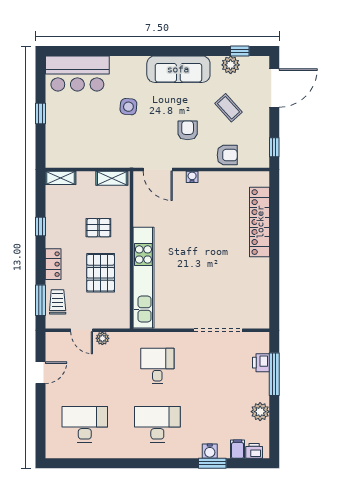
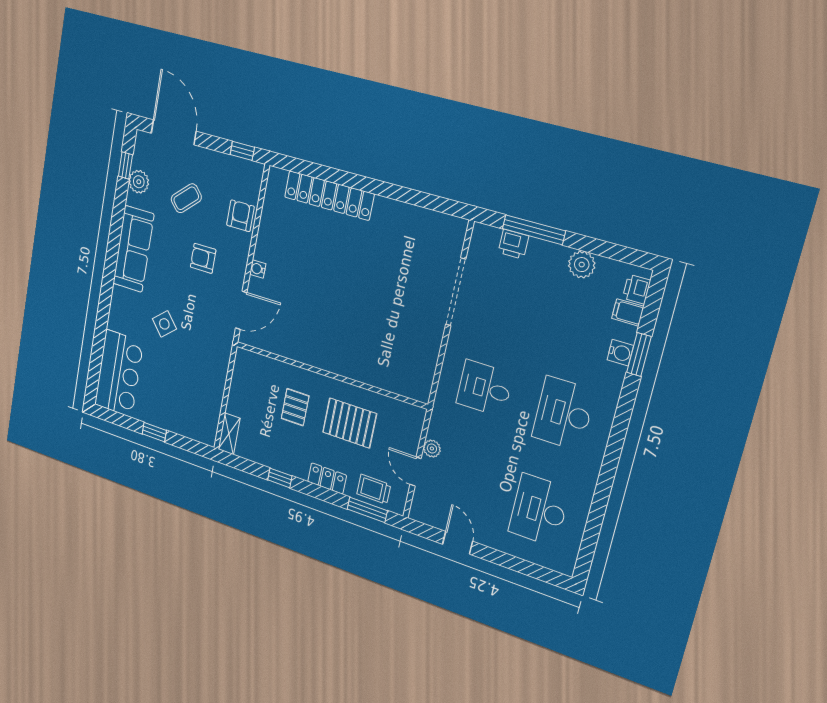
side table: (128, 107) -> (164, 324), turned 45
shelving: (112, 178) -> (241, 371), removed
kitchen unit: (143, 278) -> (367, 370), removed
door: (82, 330) -> (416, 472), swing flipped

